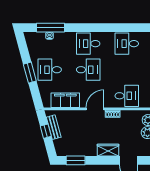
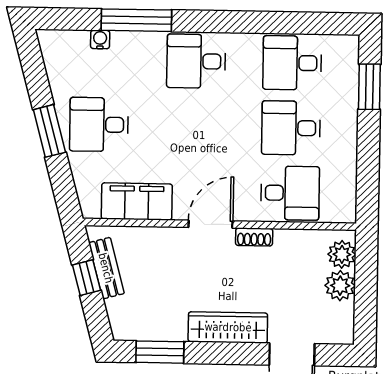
window: (50, 28) -> (136, 20), moved
desk: (88, 70) -> (291, 128), moved, turned 180
wardrobe: (108, 150) -> (228, 327), width x1.50

